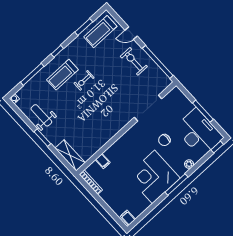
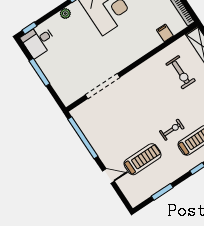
treadmill: (100, 32) -> (143, 159), moved
exercise bike: (134, 61) -> (181, 72), moved
desk: (199, 133) -> (38, 41), width x0.53, depth x0.77
chair: (164, 140) -> (89, 46), removed

